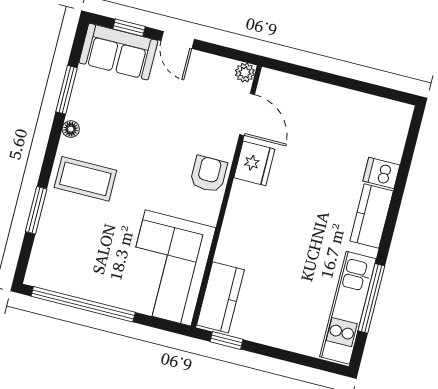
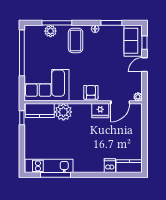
armchair: (209, 174) -> (91, 92), turned -90
window: (36, 210) -> (57, 23), width x1.44
kitchen counter: (372, 216) -> (129, 166), moved
plant: (51, 229) -> (50, 31), added
plant: (237, 246) -> (63, 112), added

